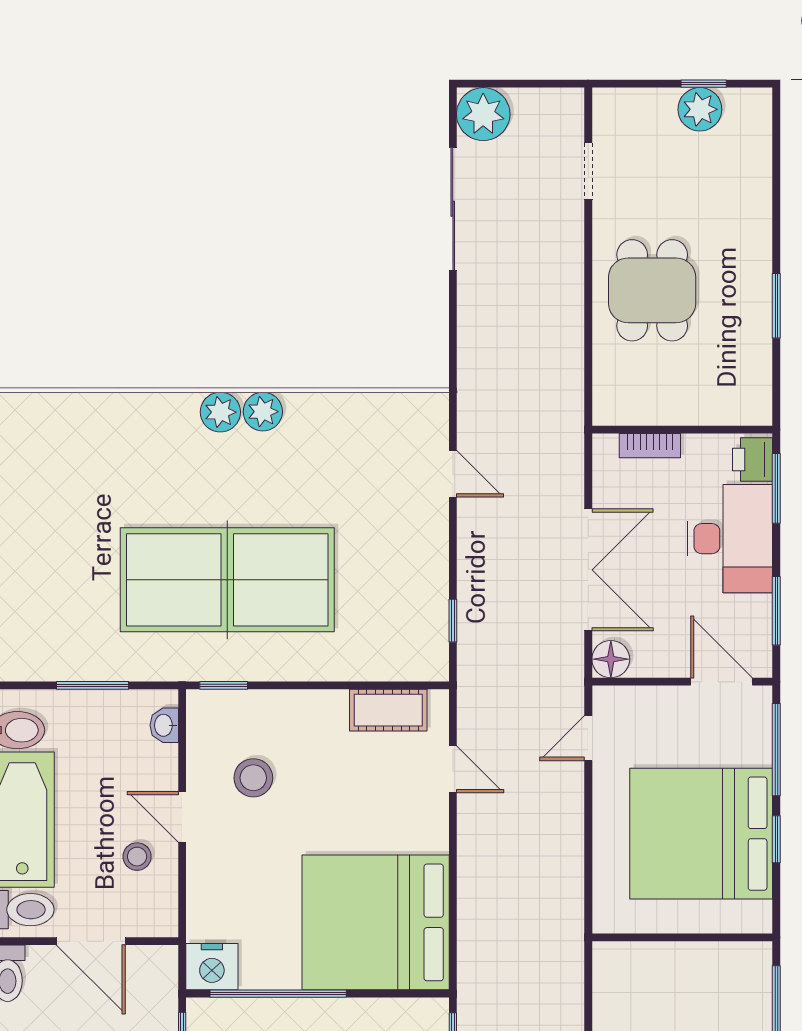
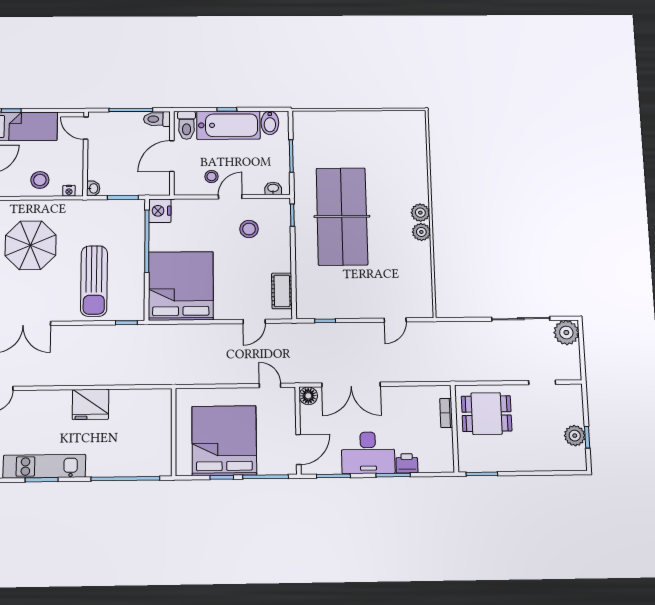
wall: (682, 430) -> (455, 429), moved
bookcase: (650, 446) -> (446, 413), moved

